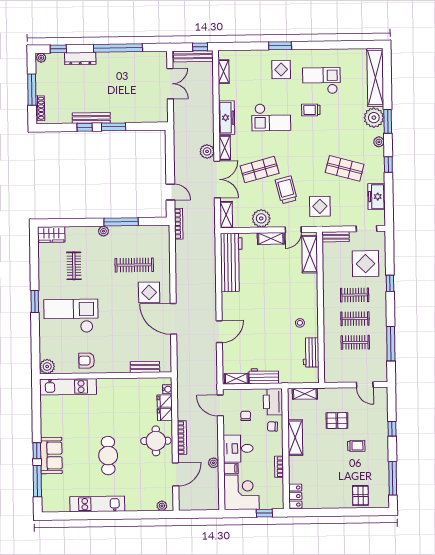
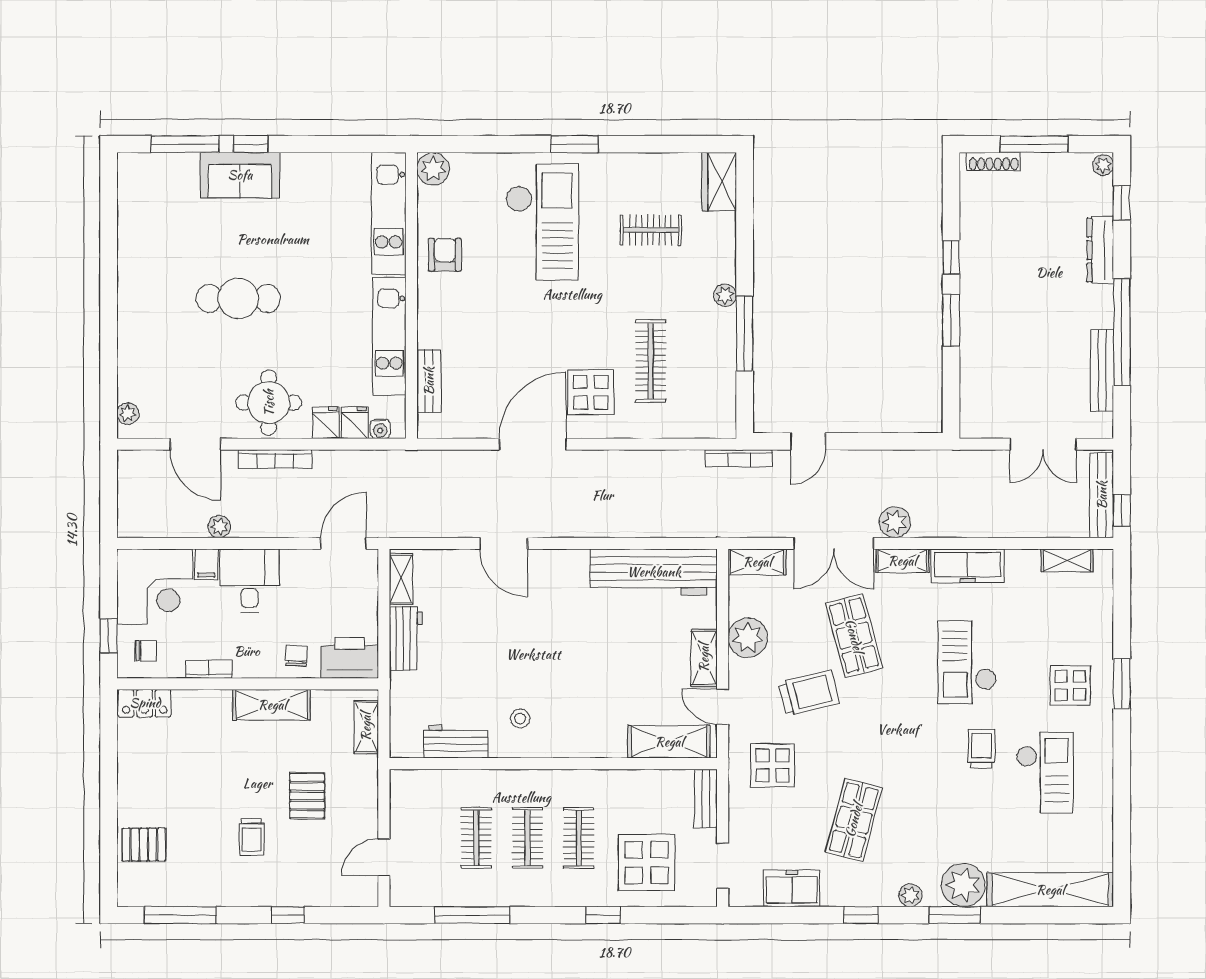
bench: (91, 118) -> (1102, 370), moved
chair: (246, 416) -> (146, 651), moved
kitchen unit: (97, 504) -> (389, 336), moved, turned 180

